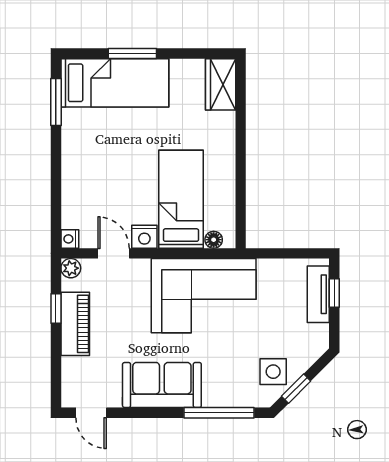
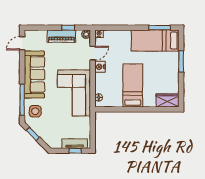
bed: (115, 83) -> (155, 41), moved, turned 90
bed: (181, 199) -> (133, 85), moved, turned -90
side table: (273, 372) -> (35, 111), moved
sofa: (162, 385) -> (34, 75), width x1.36

